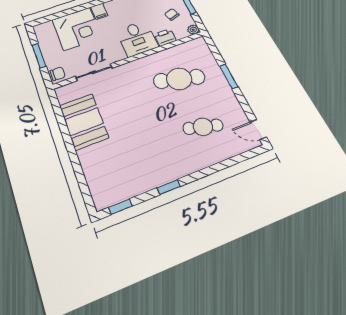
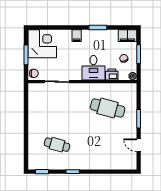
corner desk: (77, 29) -> (42, 44), moved, turned -90
booth: (84, 122) -> (39, 113), removed
cafe table: (203, 127) -> (57, 145), moved
door: (258, 130) -> (139, 145), moved

